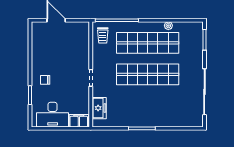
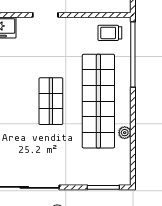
shop shelf: (148, 74) -> (51, 101), width x0.50, depth x0.74

